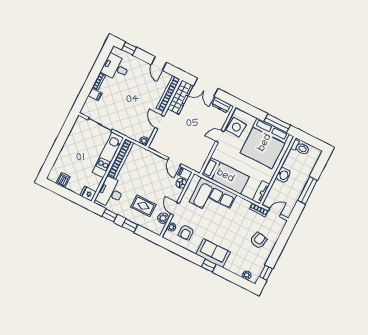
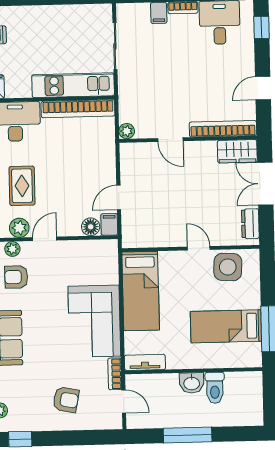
wardrobe: (180, 97) -> (237, 151), width x0.67
door: (160, 122) -> (170, 140), swing flipped
bed: (265, 143) -> (226, 326), width x0.49
toilet: (300, 148) -> (215, 388), moved
corner sofa: (213, 198) -> (94, 321), moved

